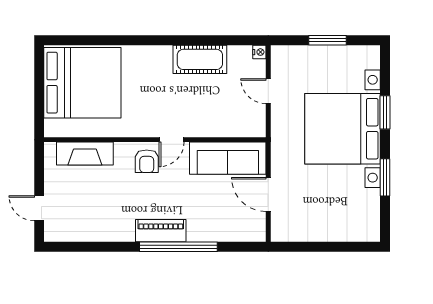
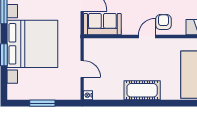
cot: (200, 59) -> (142, 90), moved
sofa: (228, 158) -> (102, 24), width x0.73

